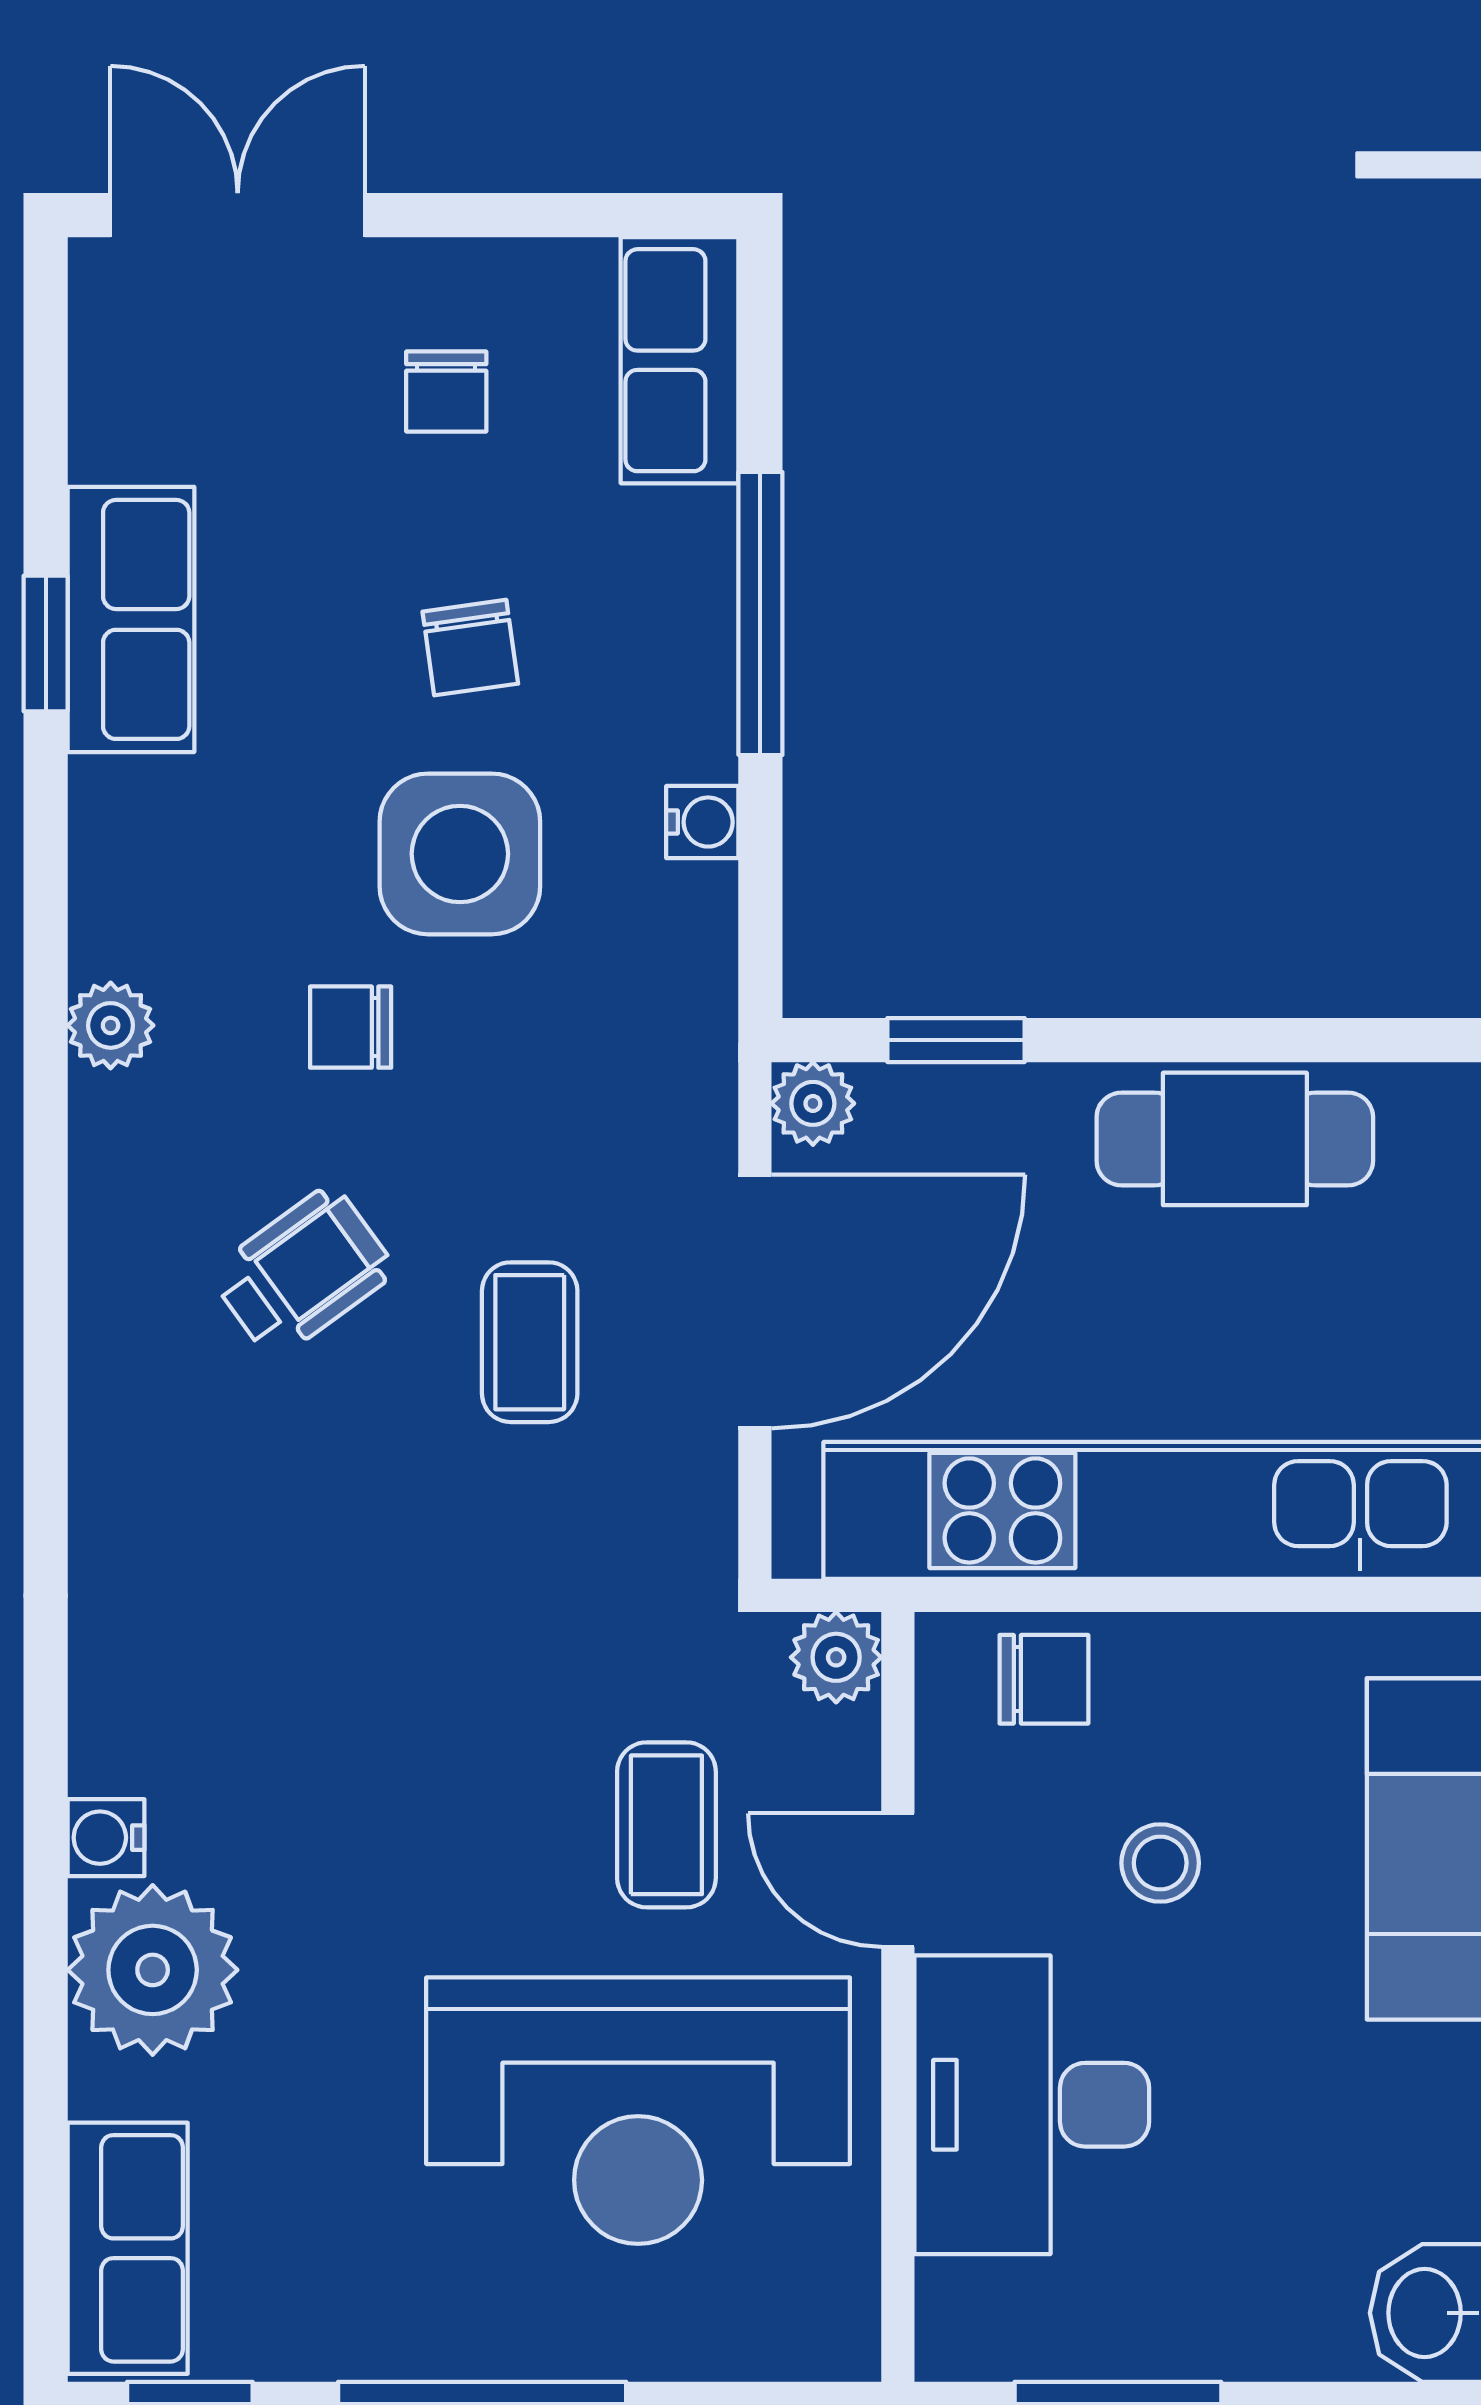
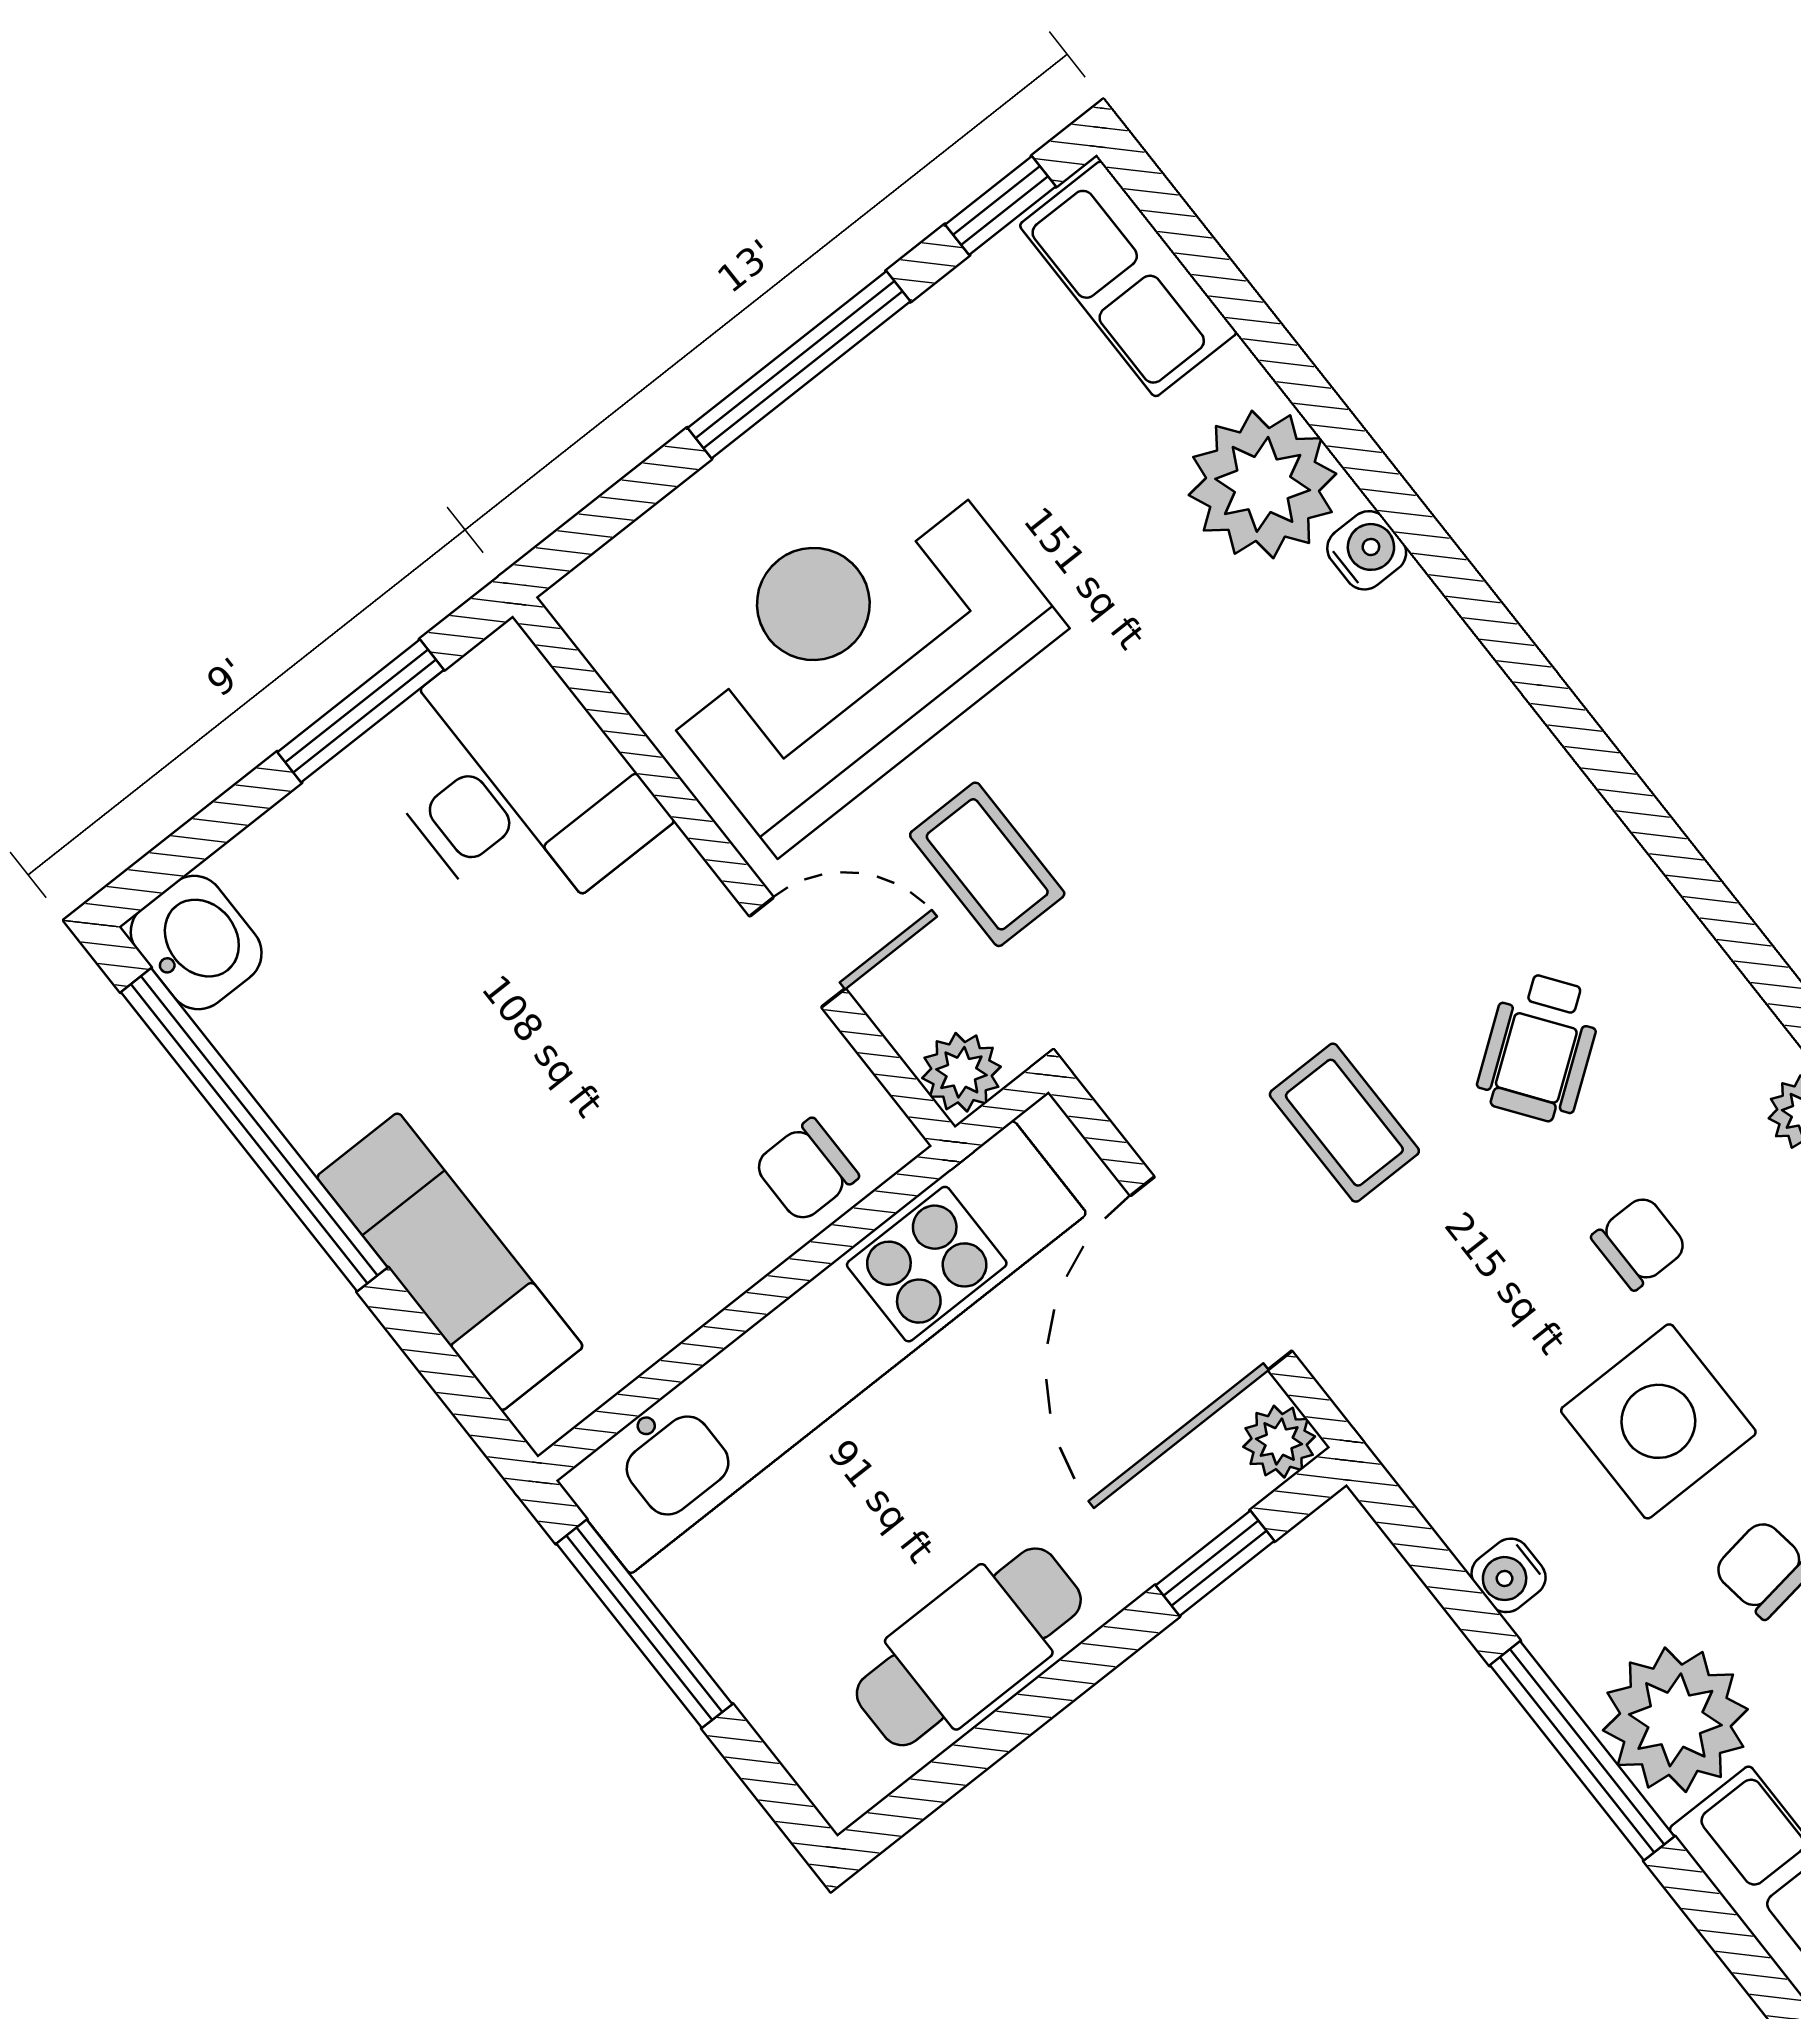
plant: (655, 575) -> (1675, 1720), added
stool: (1160, 1863) -> (626, 1107), removed
desk: (1032, 2105) -> (513, 782), moved

